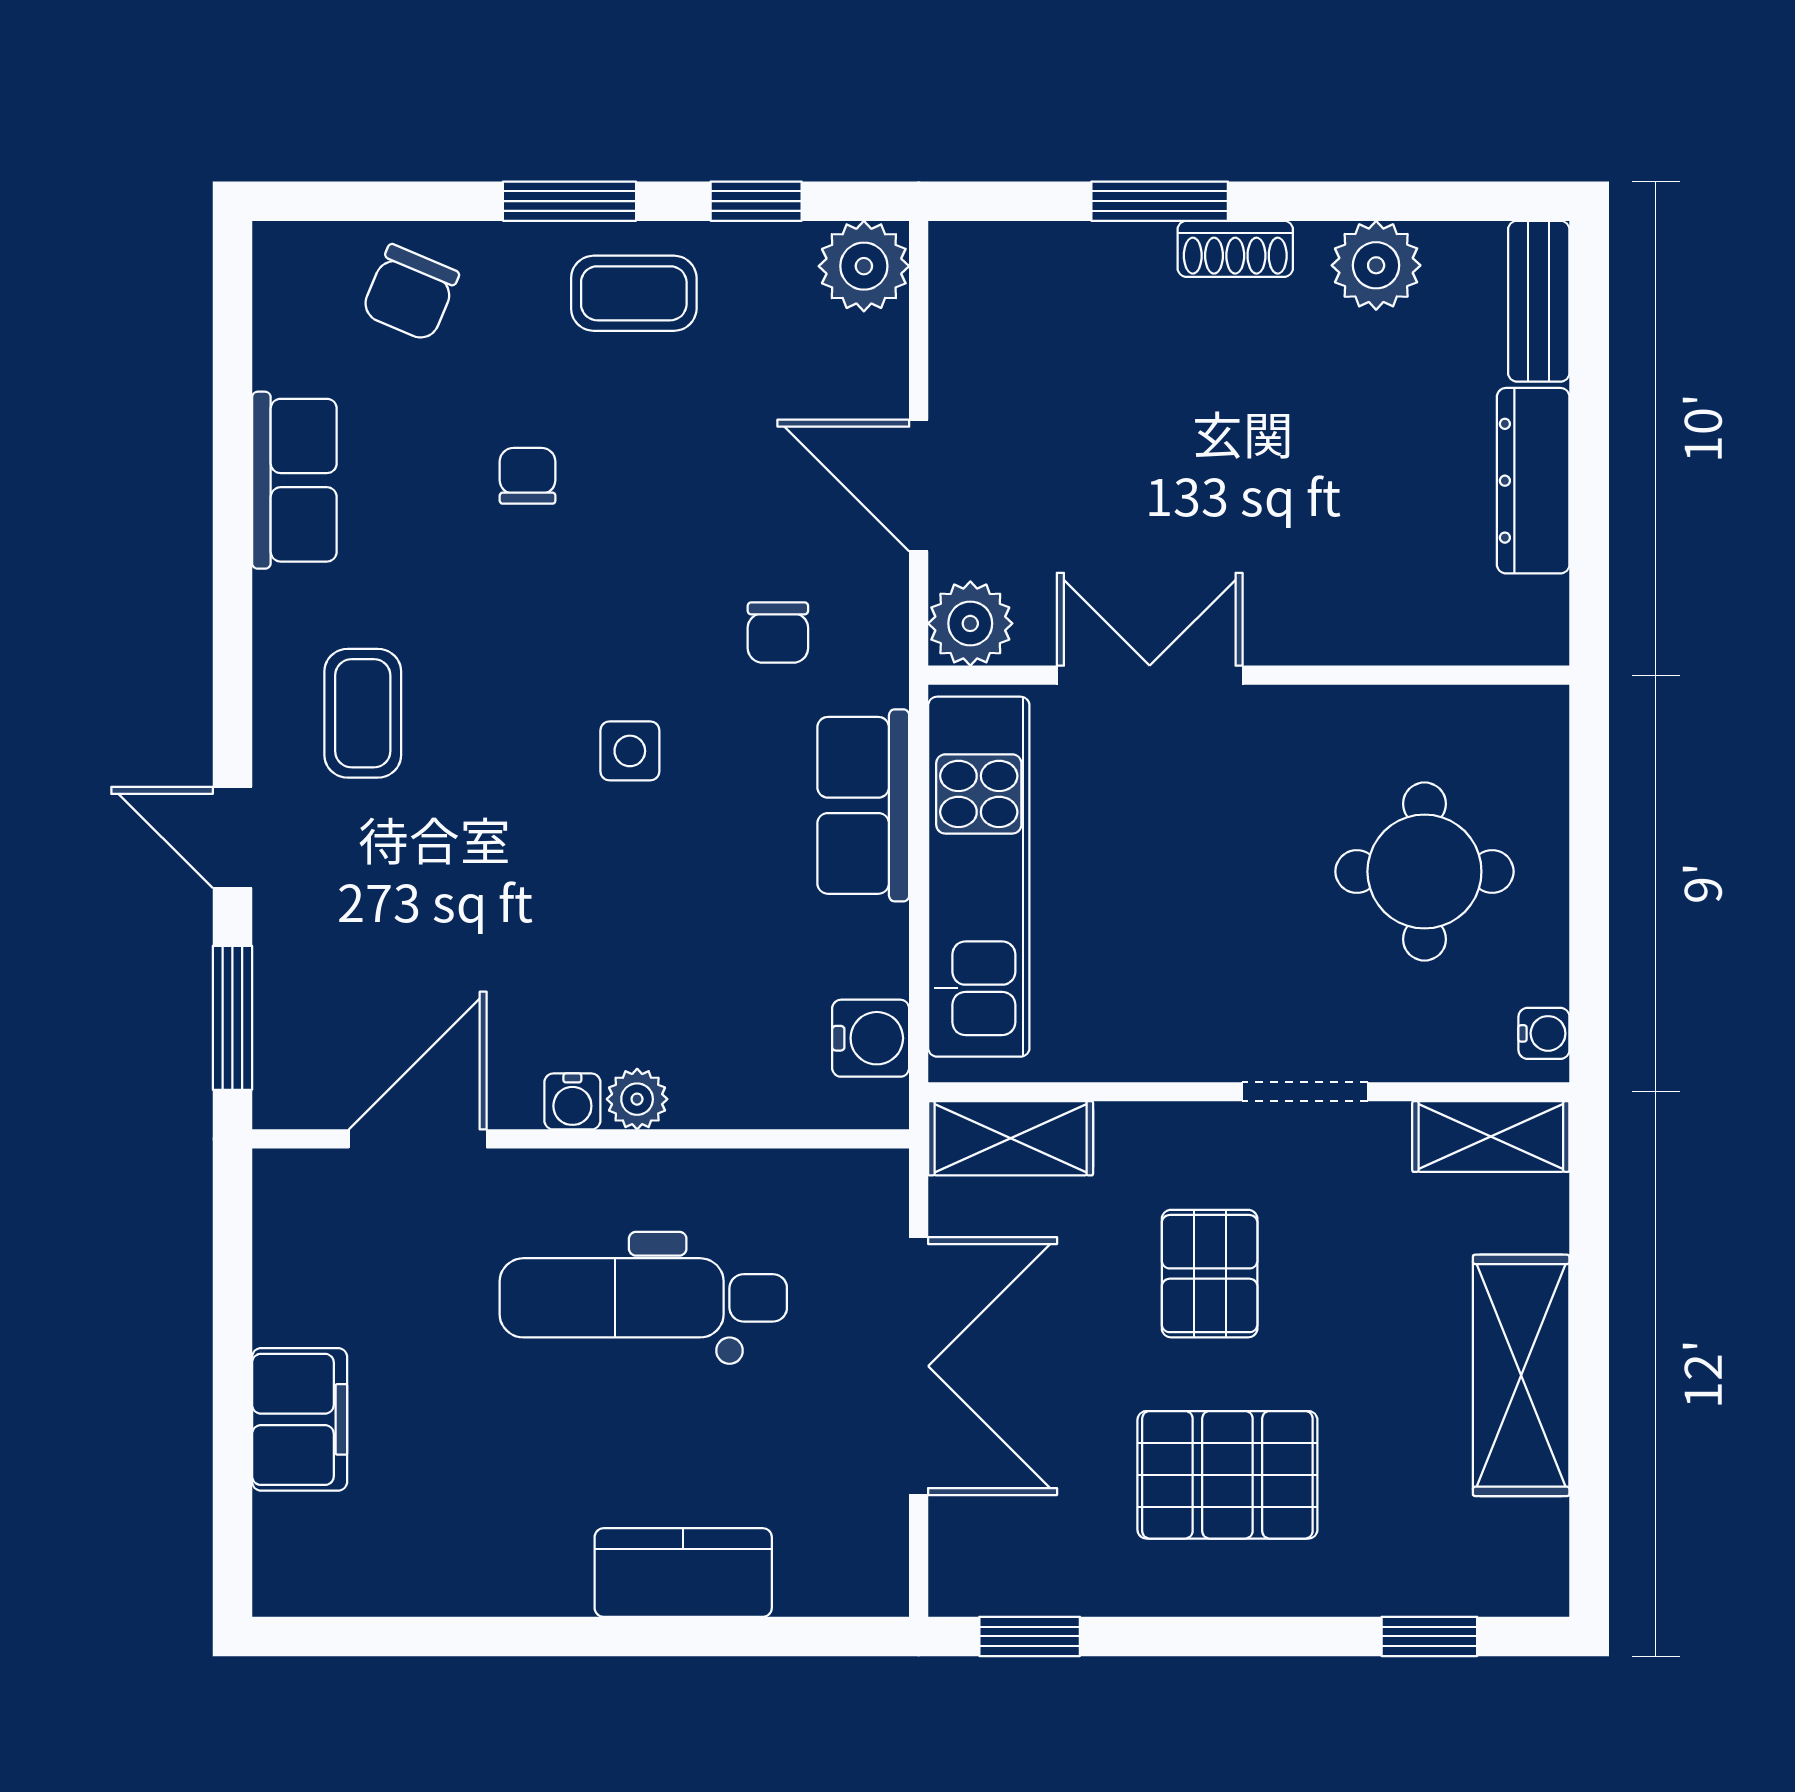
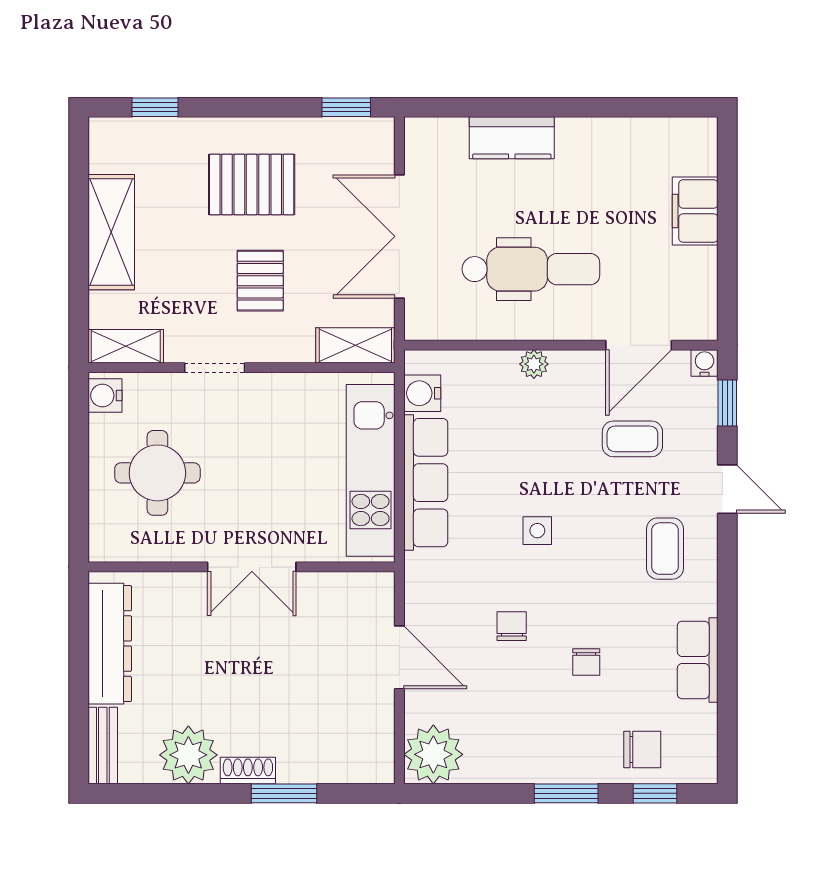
window: (756, 201) -> (655, 793), moved
plant: (1376, 265) -> (188, 755), width x1.36, depth x1.36
plant: (864, 266) -> (433, 754), width x1.36, depth x1.36
chair: (410, 293) -> (642, 749), turned 67
coffee table: (634, 293) -> (632, 439), moved
dresser: (1533, 481) -> (110, 644), width x1.37, depth x1.24
plant: (970, 623) -> (375, 591), removed
chair: (778, 633) -> (512, 626), moved
double door: (1150, 675) -> (252, 567), moved
row of seats: (863, 805) -> (426, 483), width x1.48
window: (232, 1018) -> (727, 403), width x0.67
water cooler: (1544, 1033) -> (105, 396), width x1.38, depth x1.38
water cooler: (572, 1101) -> (705, 363), moved

